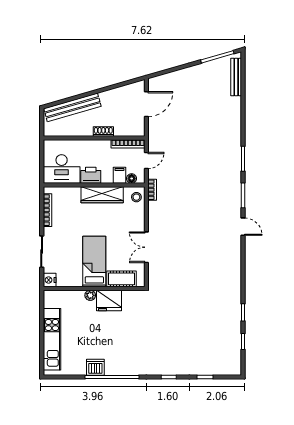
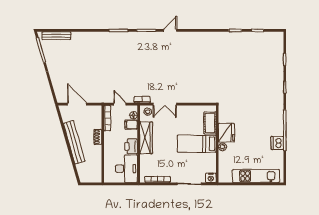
bench: (72, 107) -> (74, 142), moved
double door: (146, 247) -> (165, 104), moved

